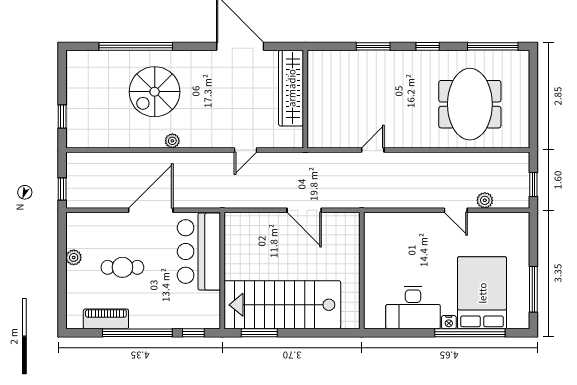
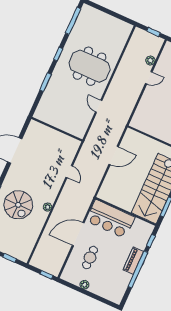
wardrobe: (291, 88) -> (48, 134), removed
meeting table: (470, 104) -> (90, 66), moved
door: (151, 210) -> (78, 234), hinge flipped
cafe table: (122, 267) -> (90, 258), moved
piano: (106, 319) -> (133, 261), moved

